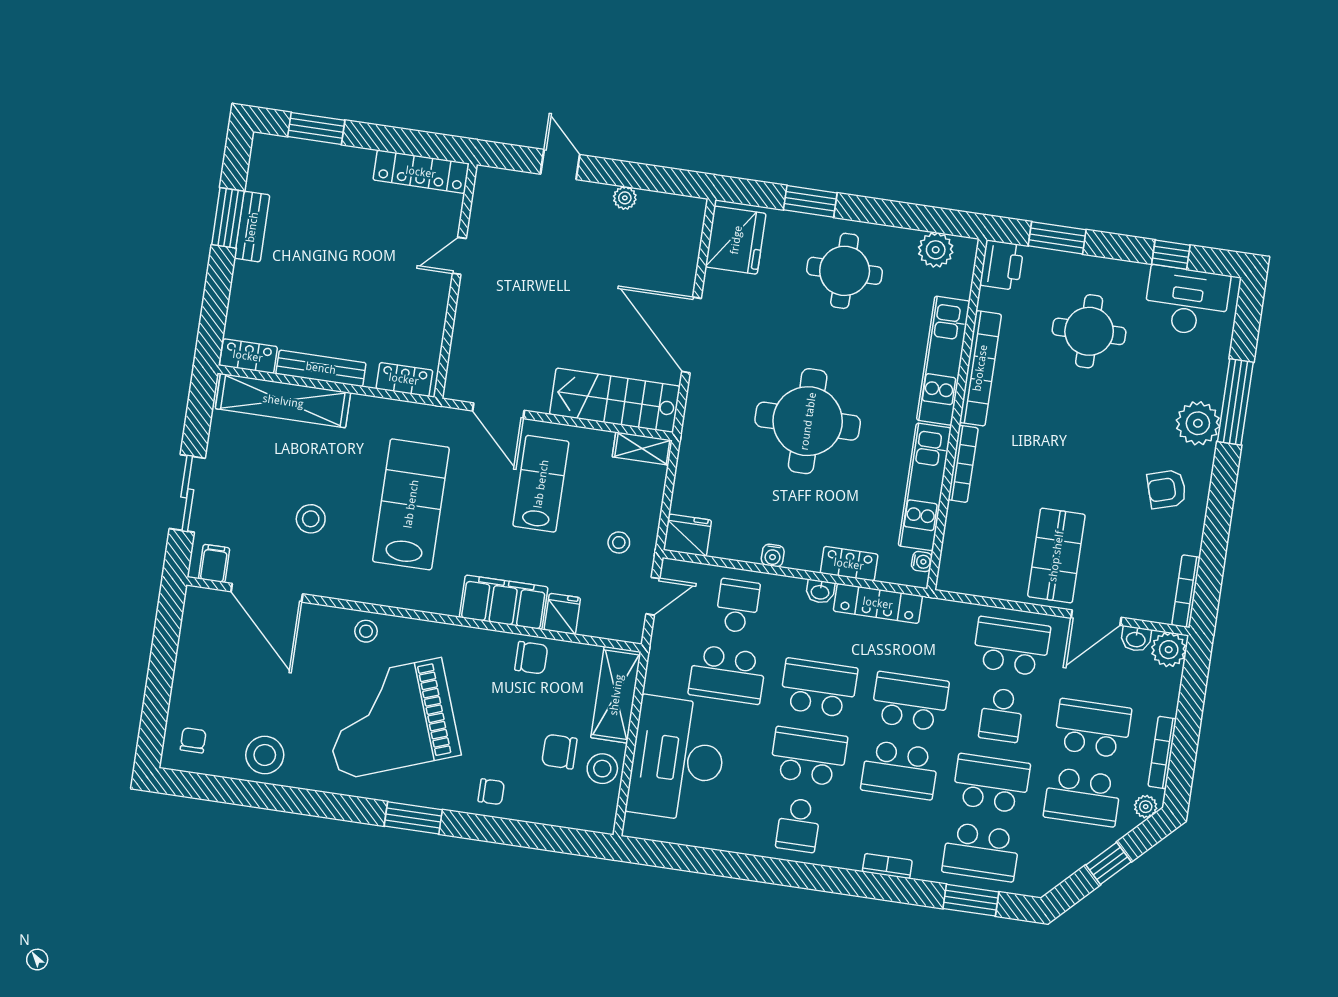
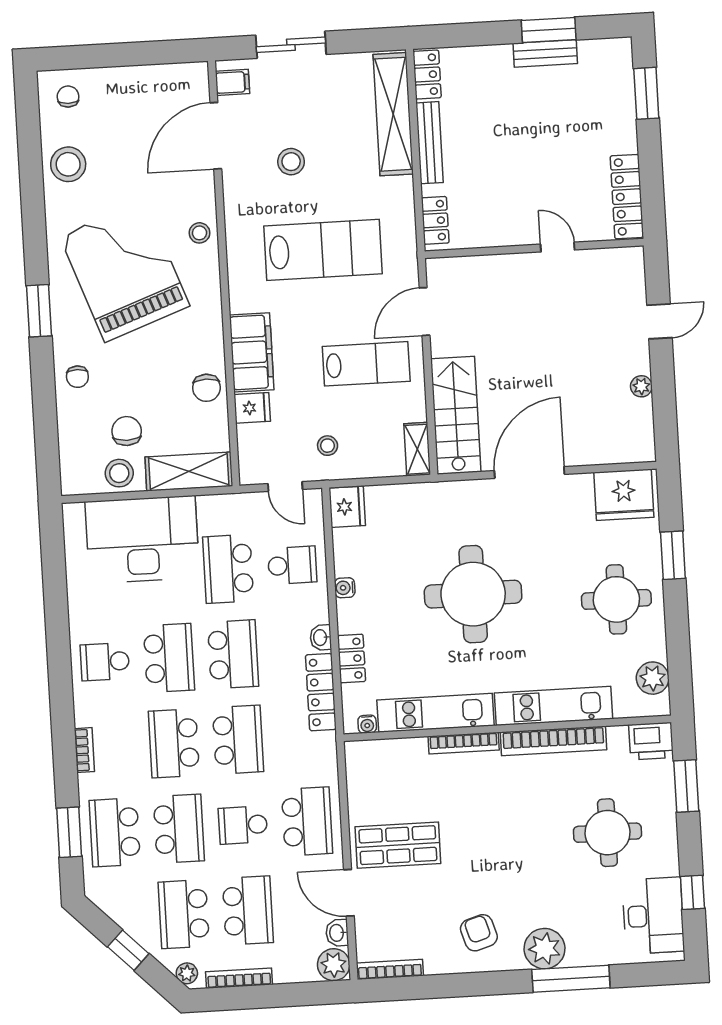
chair: (193, 740) -> (68, 97), turned -90

